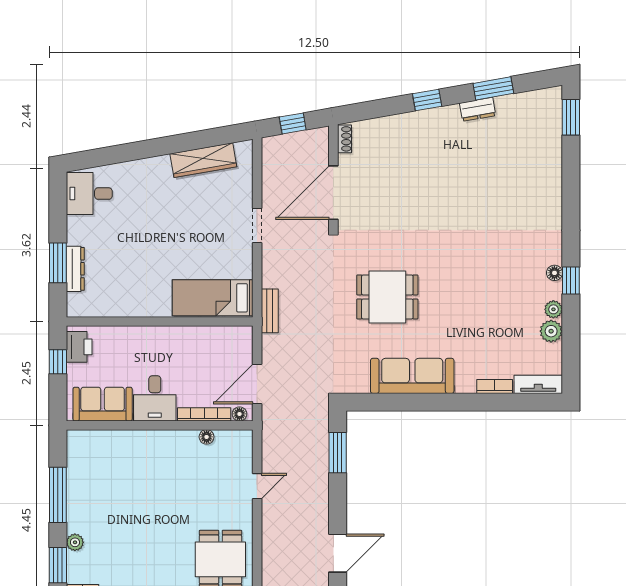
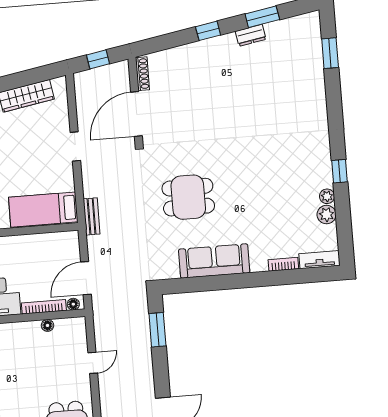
window: (571, 117) -> (330, 53), moved
shoe rack: (344, 139) -> (142, 74), width x1.43
floor lamp: (554, 273) -> (325, 166), removed

